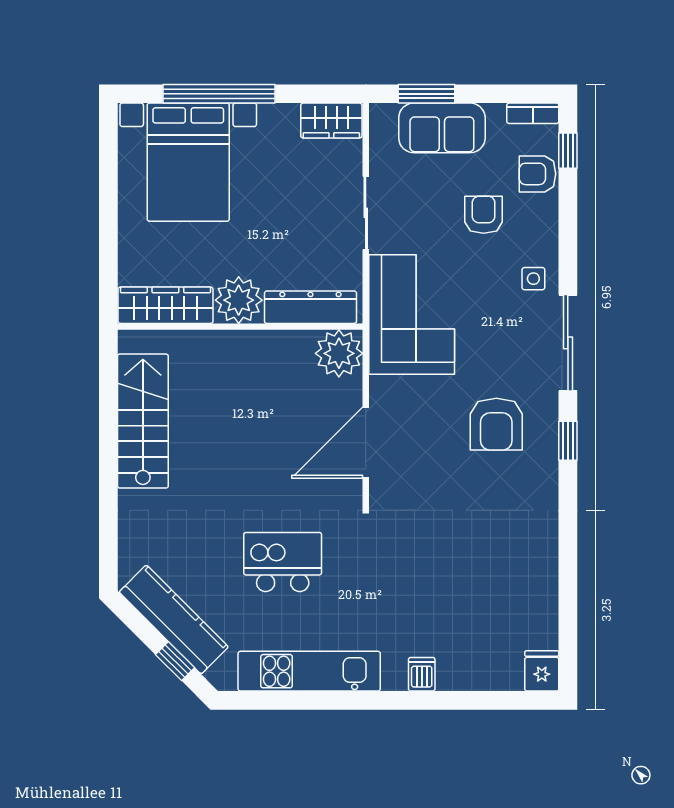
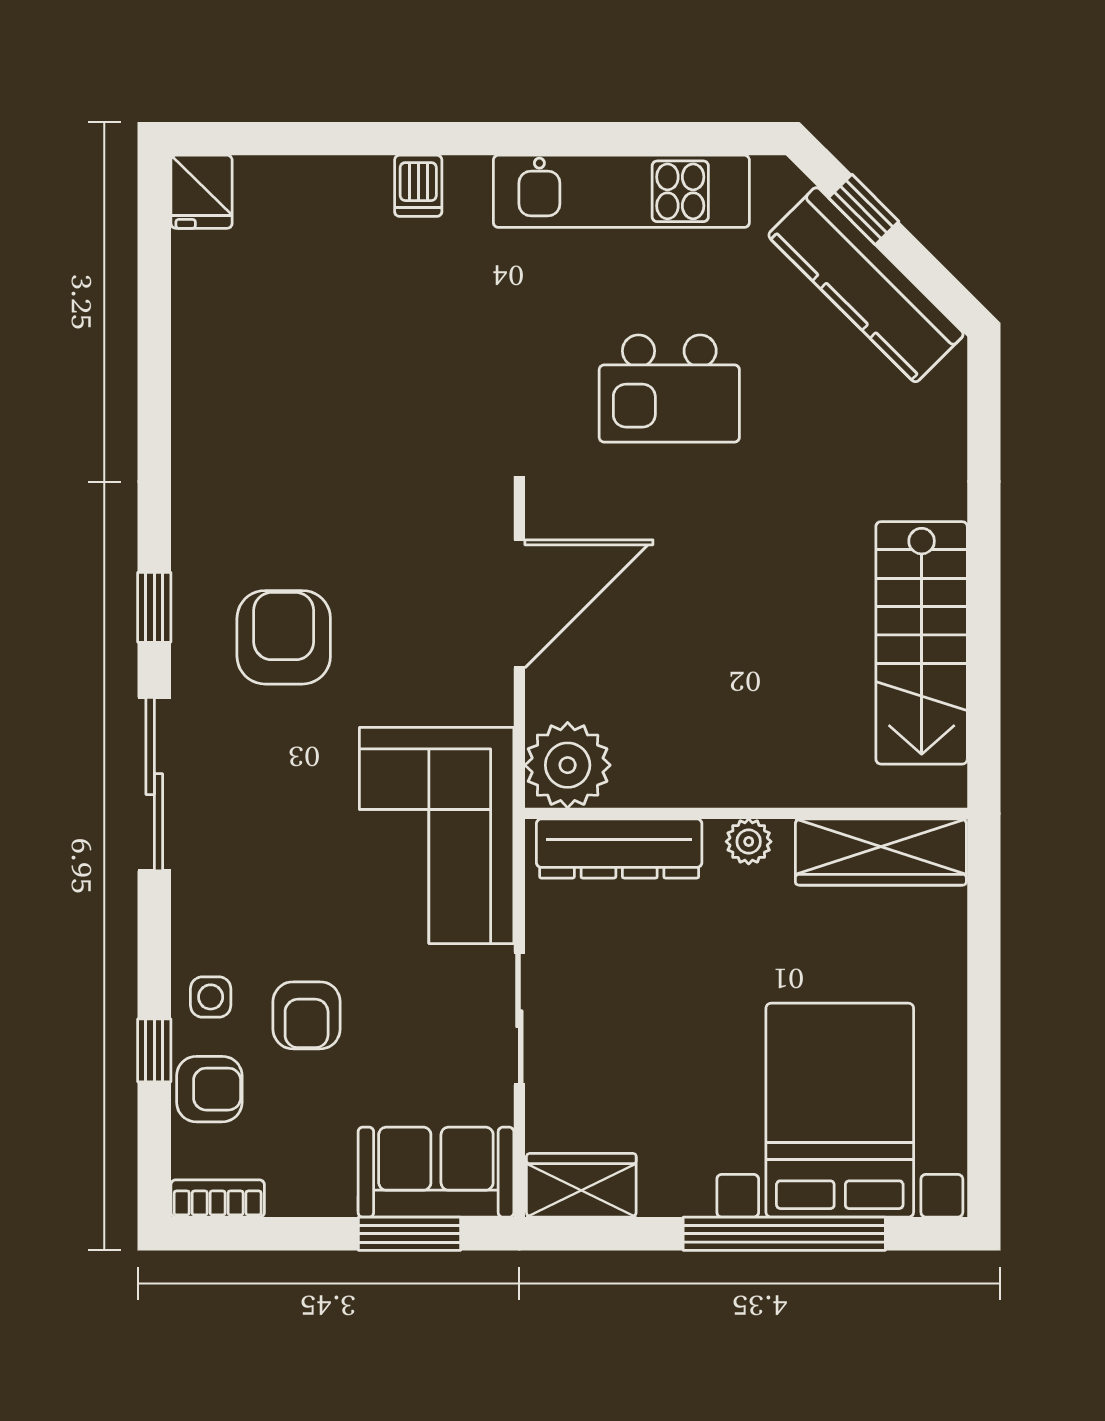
sofa: (442, 128) -> (436, 1172), moved
window: (568, 151) -> (154, 1050), moved
side table: (533, 279) -> (211, 997), moved
plant: (239, 300) -> (749, 842), width x0.53, depth x0.53

